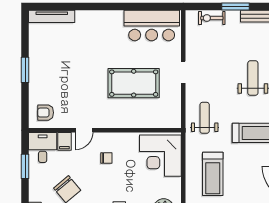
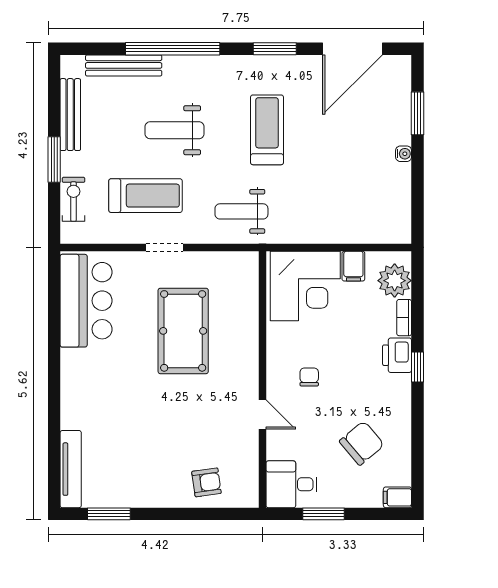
exercise bike: (212, 18) -> (73, 199), turned 180
window: (25, 70) -> (109, 514), moved
armchair: (46, 113) -> (206, 482), moved, turned -98
filing cabinet: (64, 141) -> (353, 266), moved, turned 90
treadmill: (213, 174) -> (146, 196), moved

